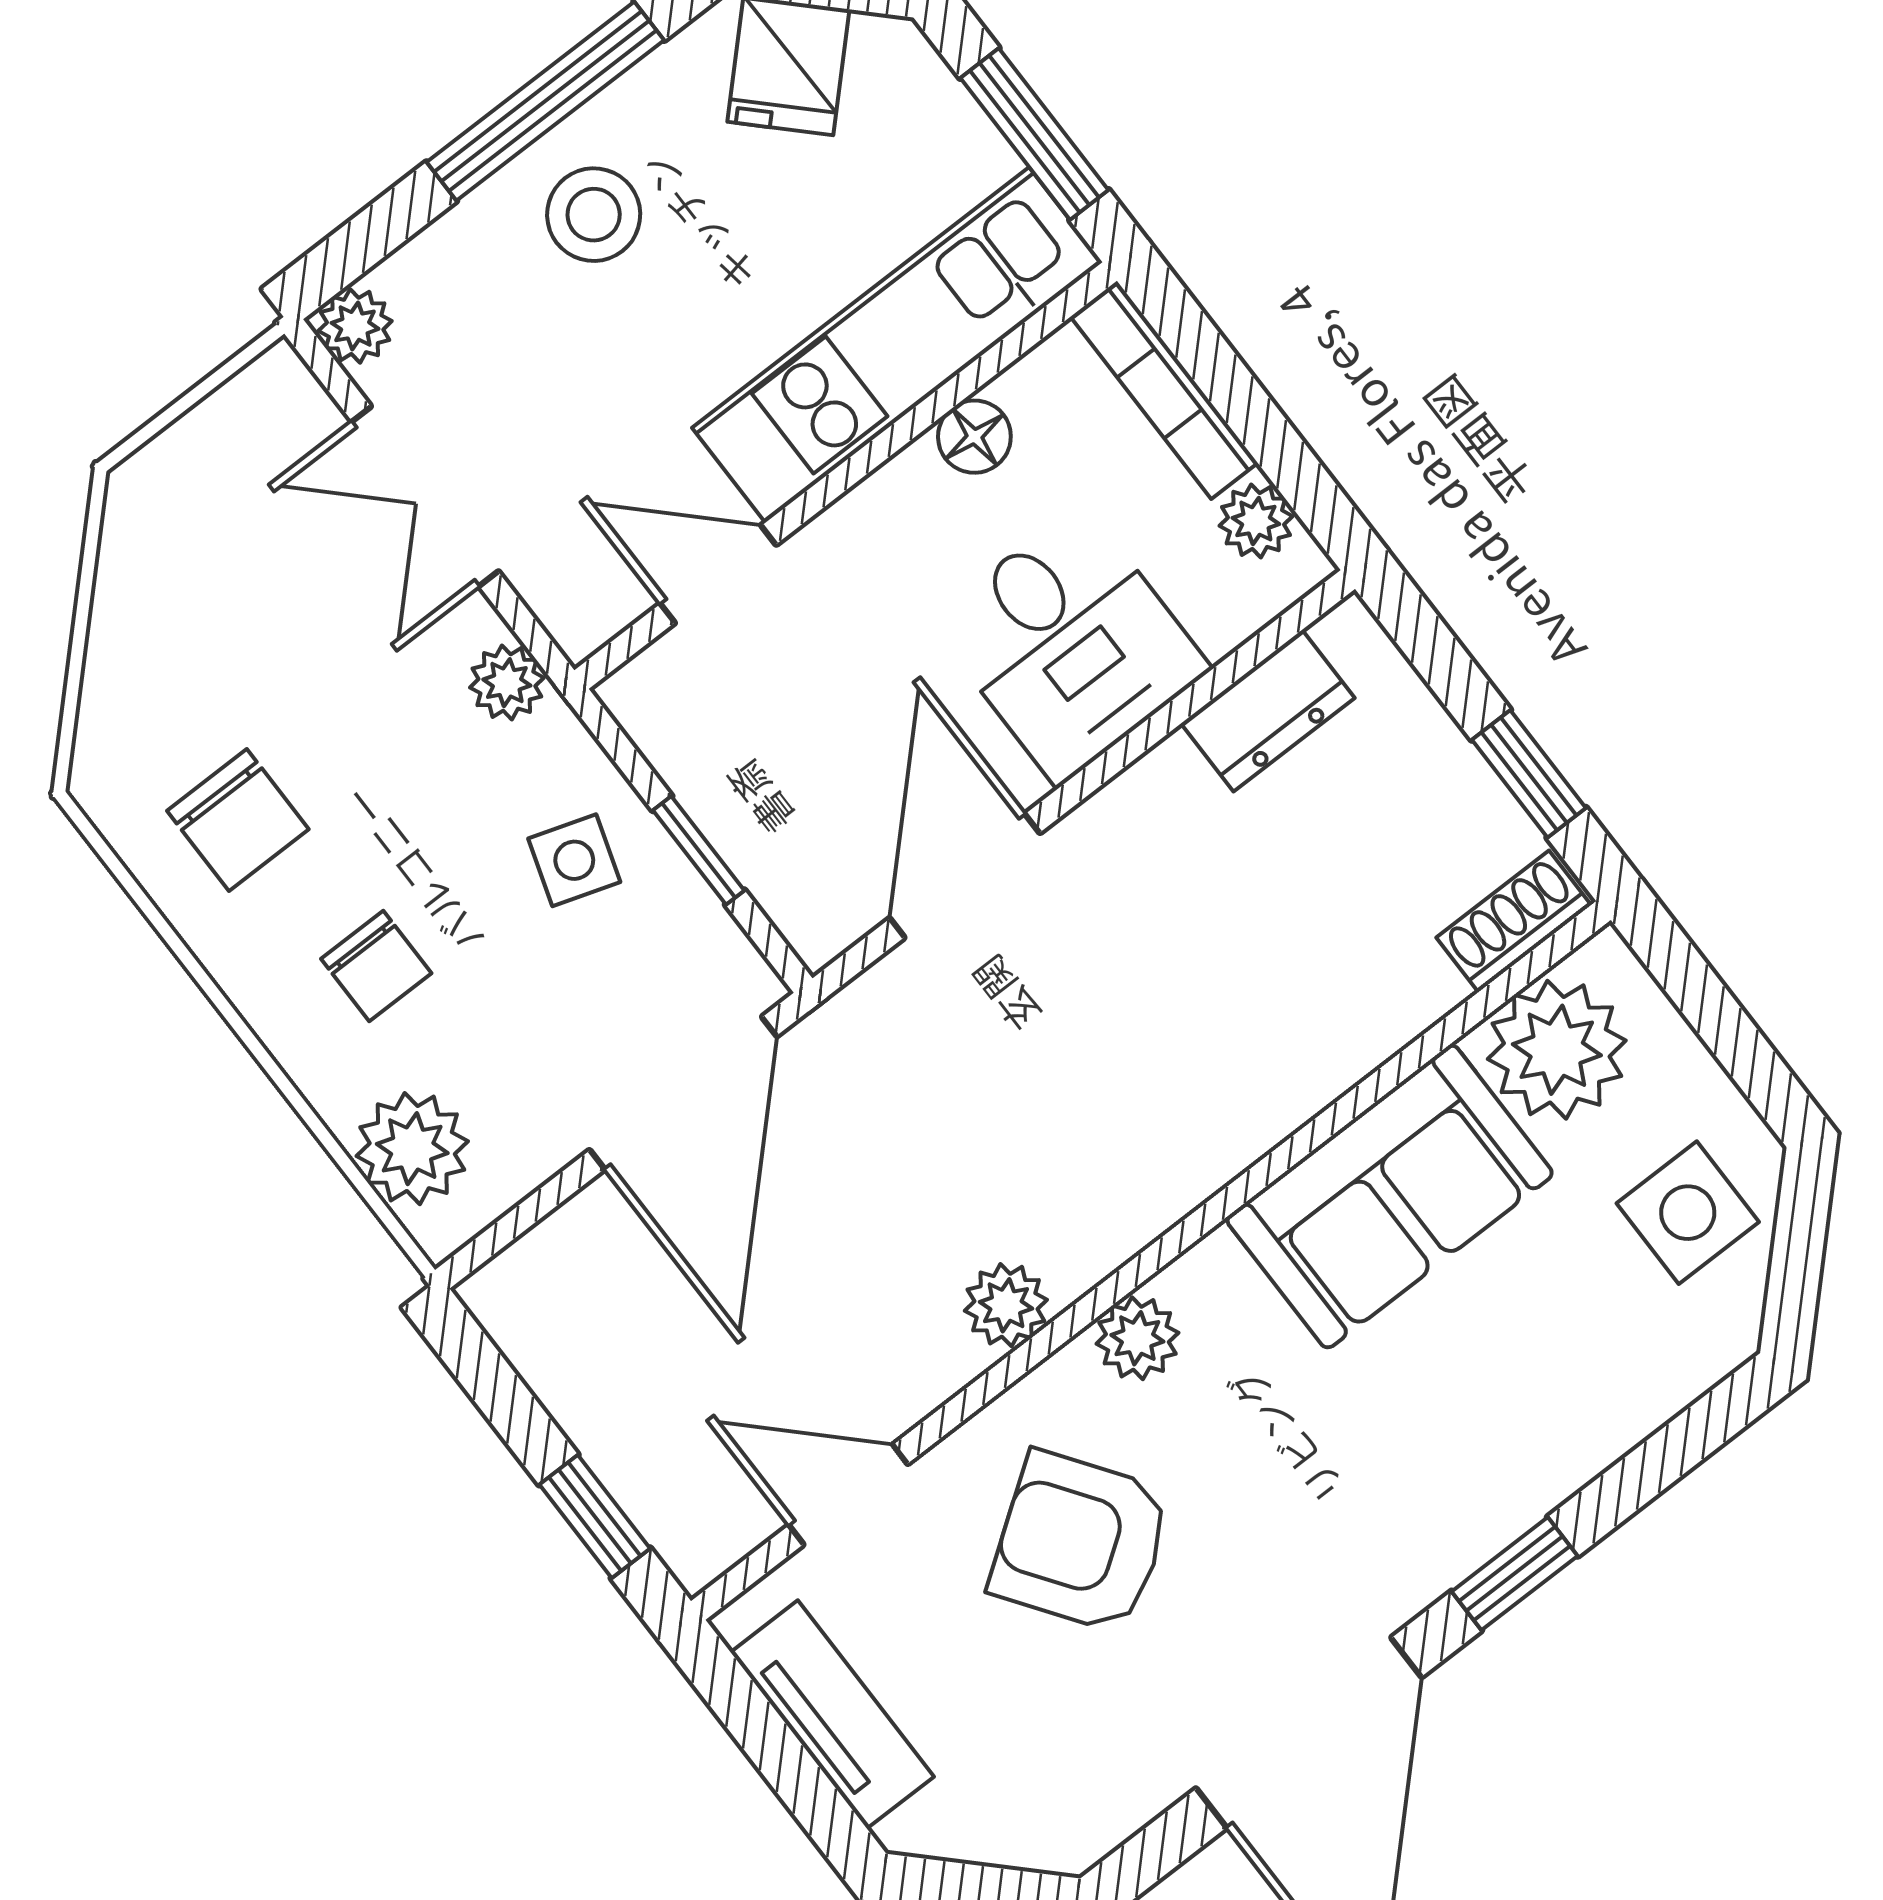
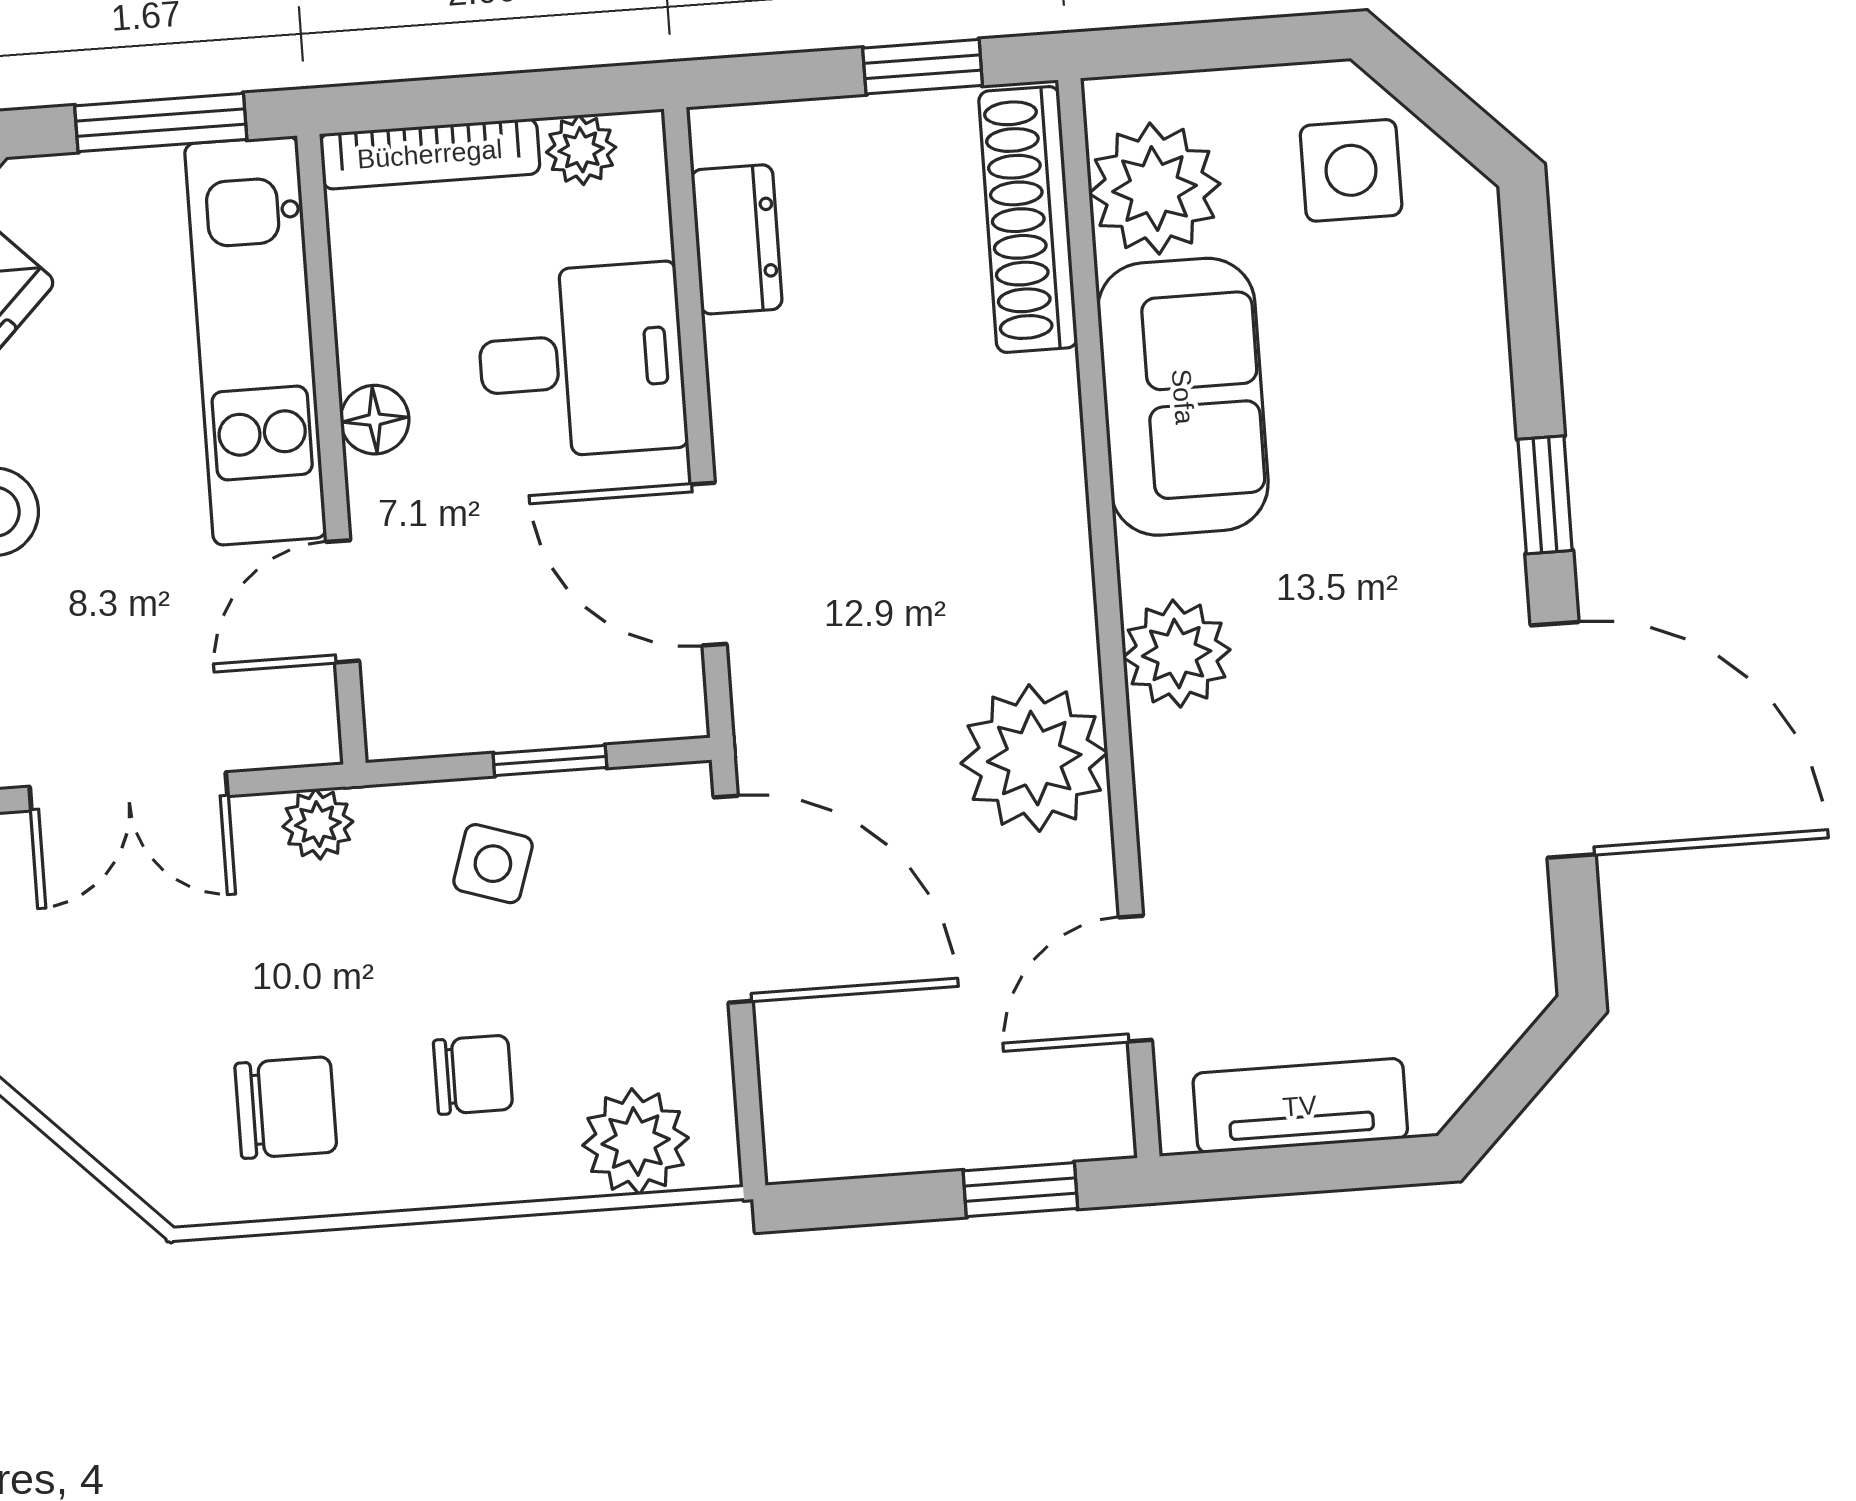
floor lamp: (974, 437) -> (375, 420), moved
shoe rack: (1514, 921) -> (1028, 219), width x1.94, depth x1.24
plant: (1006, 1305) -> (1034, 758), width x1.88, depth x1.88
plant: (1137, 1338) -> (1177, 654), width x1.38, depth x1.38
armchair: (1081, 1542) -> (1294, 820), removed

